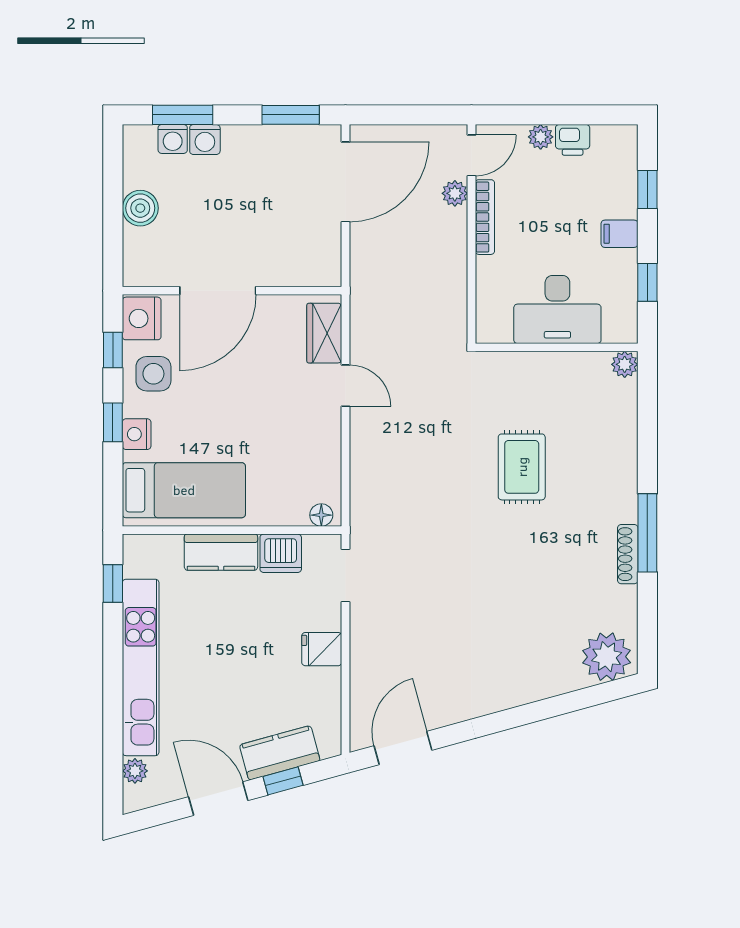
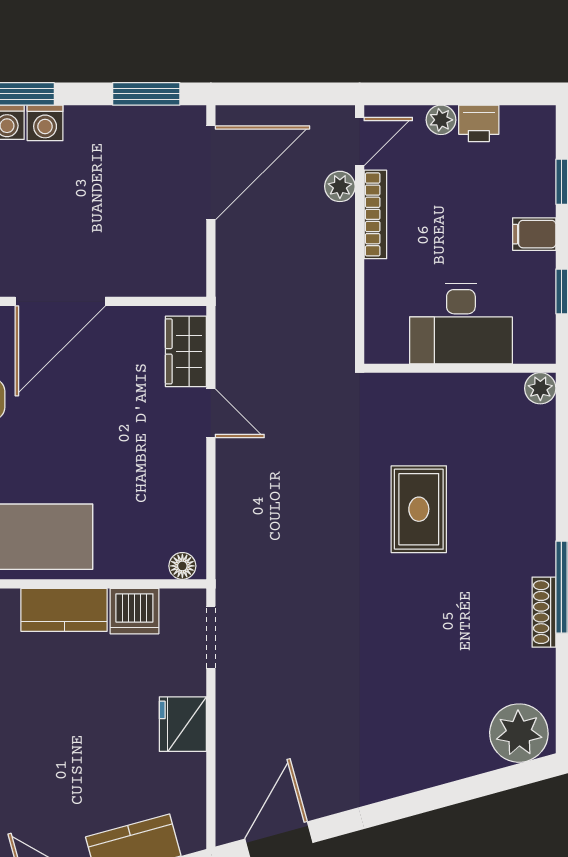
fridge: (322, 649) -> (183, 724), width x1.38

